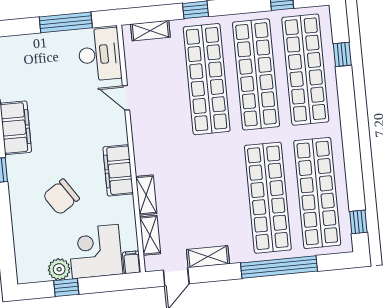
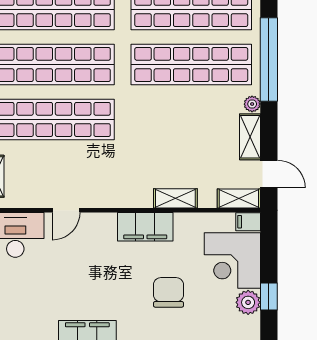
chair: (61, 197) -> (168, 292), turned -146
shelving: (150, 235) -> (239, 198), moved
plant: (238, 256) -> (252, 104), added

